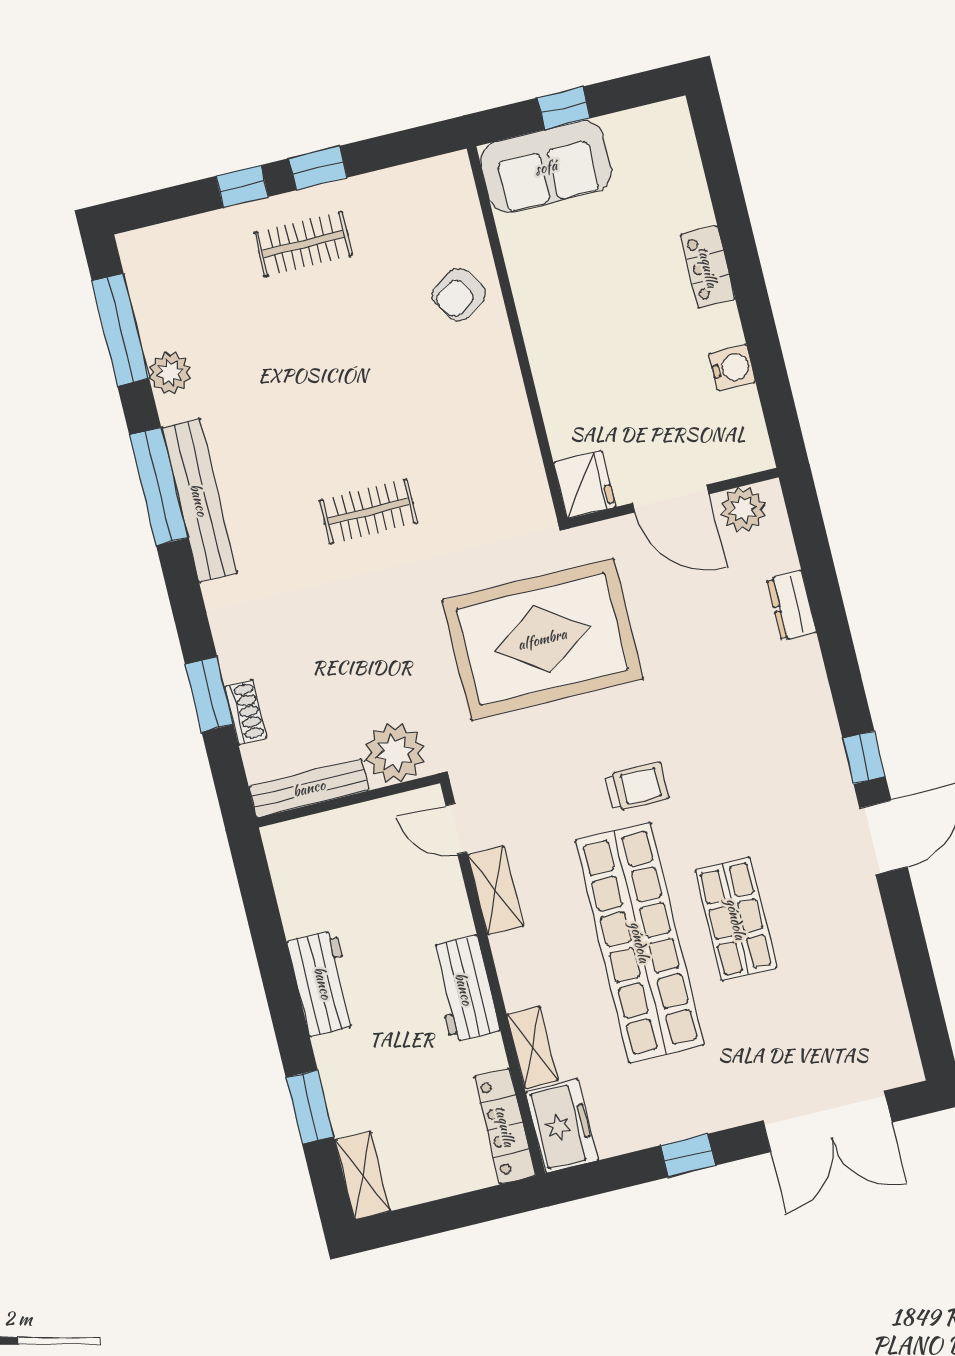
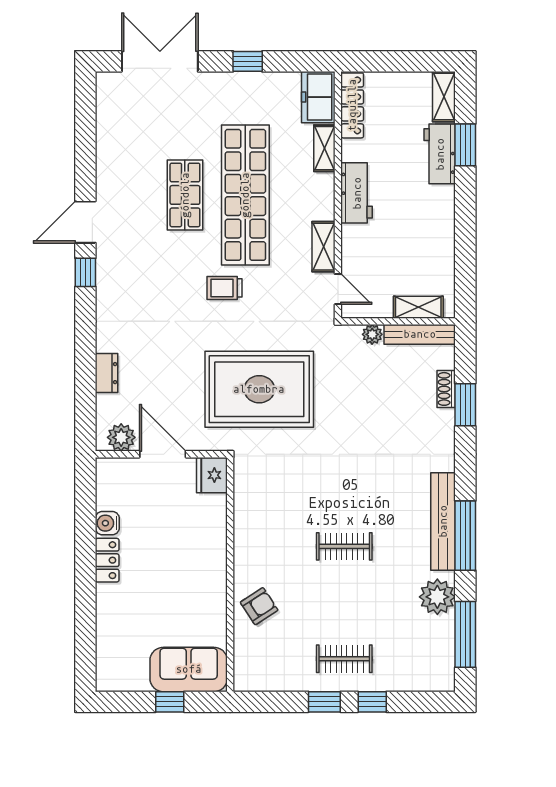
locker: (708, 267) -> (107, 560), moved
plant: (170, 373) -> (437, 597), width x1.36, depth x1.36
clothes rail: (368, 512) -> (344, 546), moved
plant: (395, 753) -> (372, 334), width x0.53, depth x0.53
shelving: (322, 831) -> (418, 307), added
workbench: (323, 983) -> (440, 154), moved

